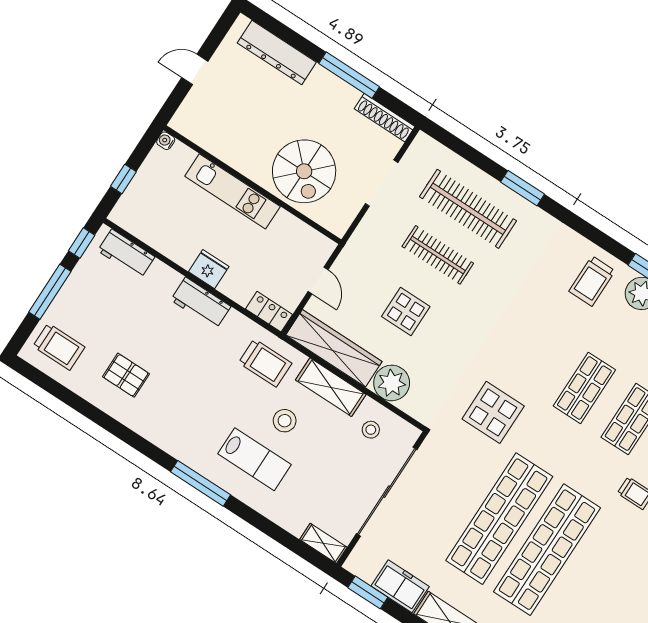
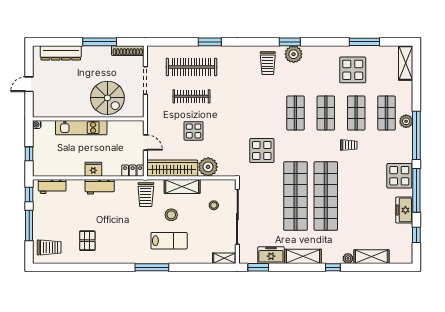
trolley: (265, 363) -> (146, 195), turned 90
pallet: (126, 375) -> (87, 241), turned 90
stool: (371, 430) -> (214, 205), moved

